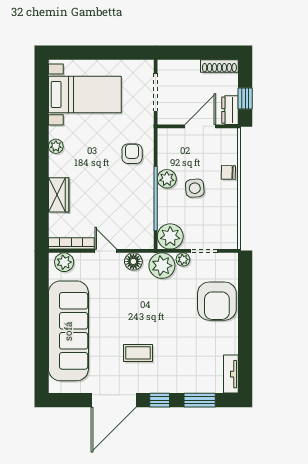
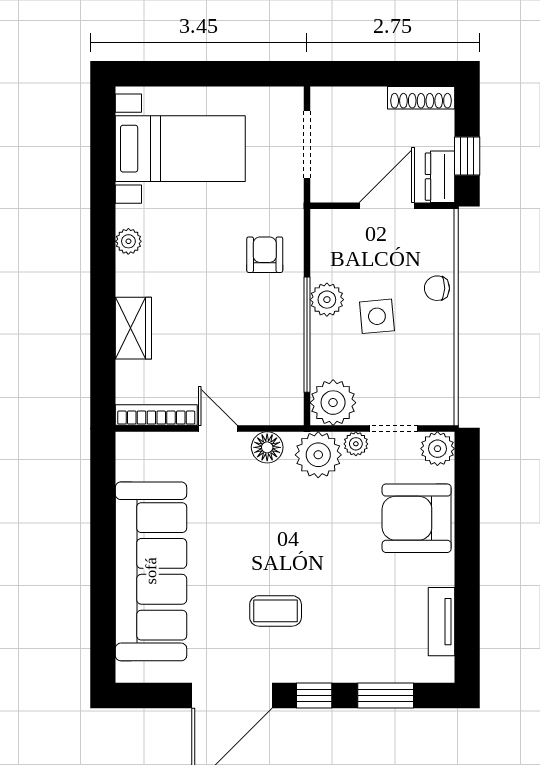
plant: (64, 262) -> (437, 449), moved
armchair: (217, 301) -> (417, 518), turned 90
tv unit: (231, 374) -> (442, 622), moved

